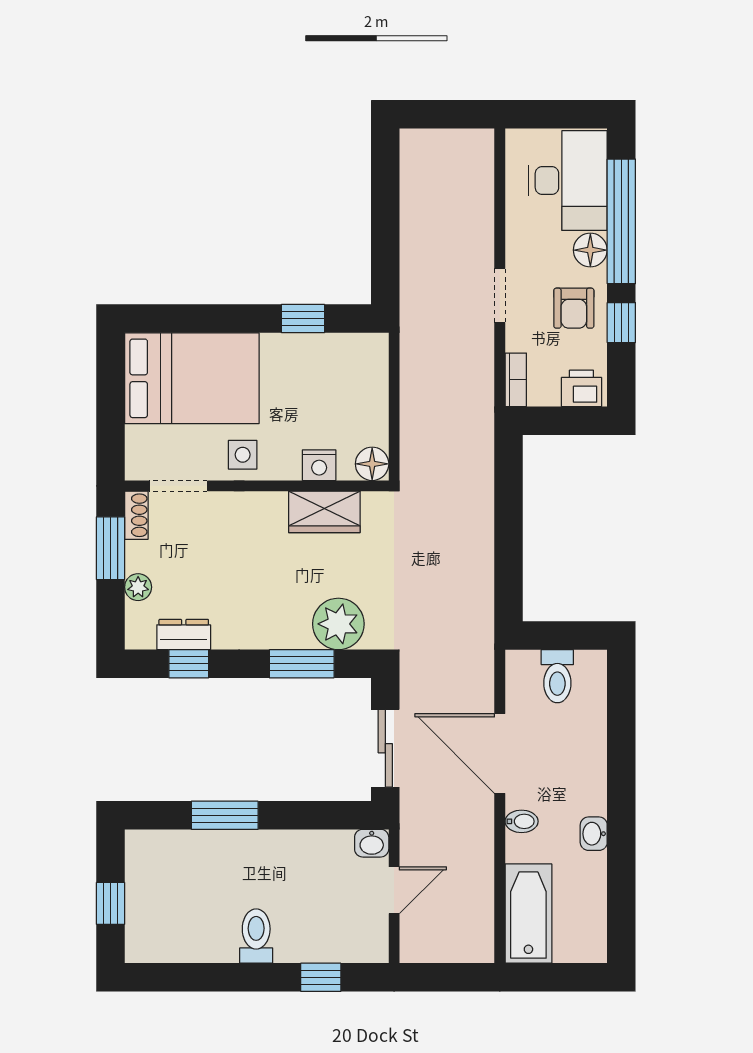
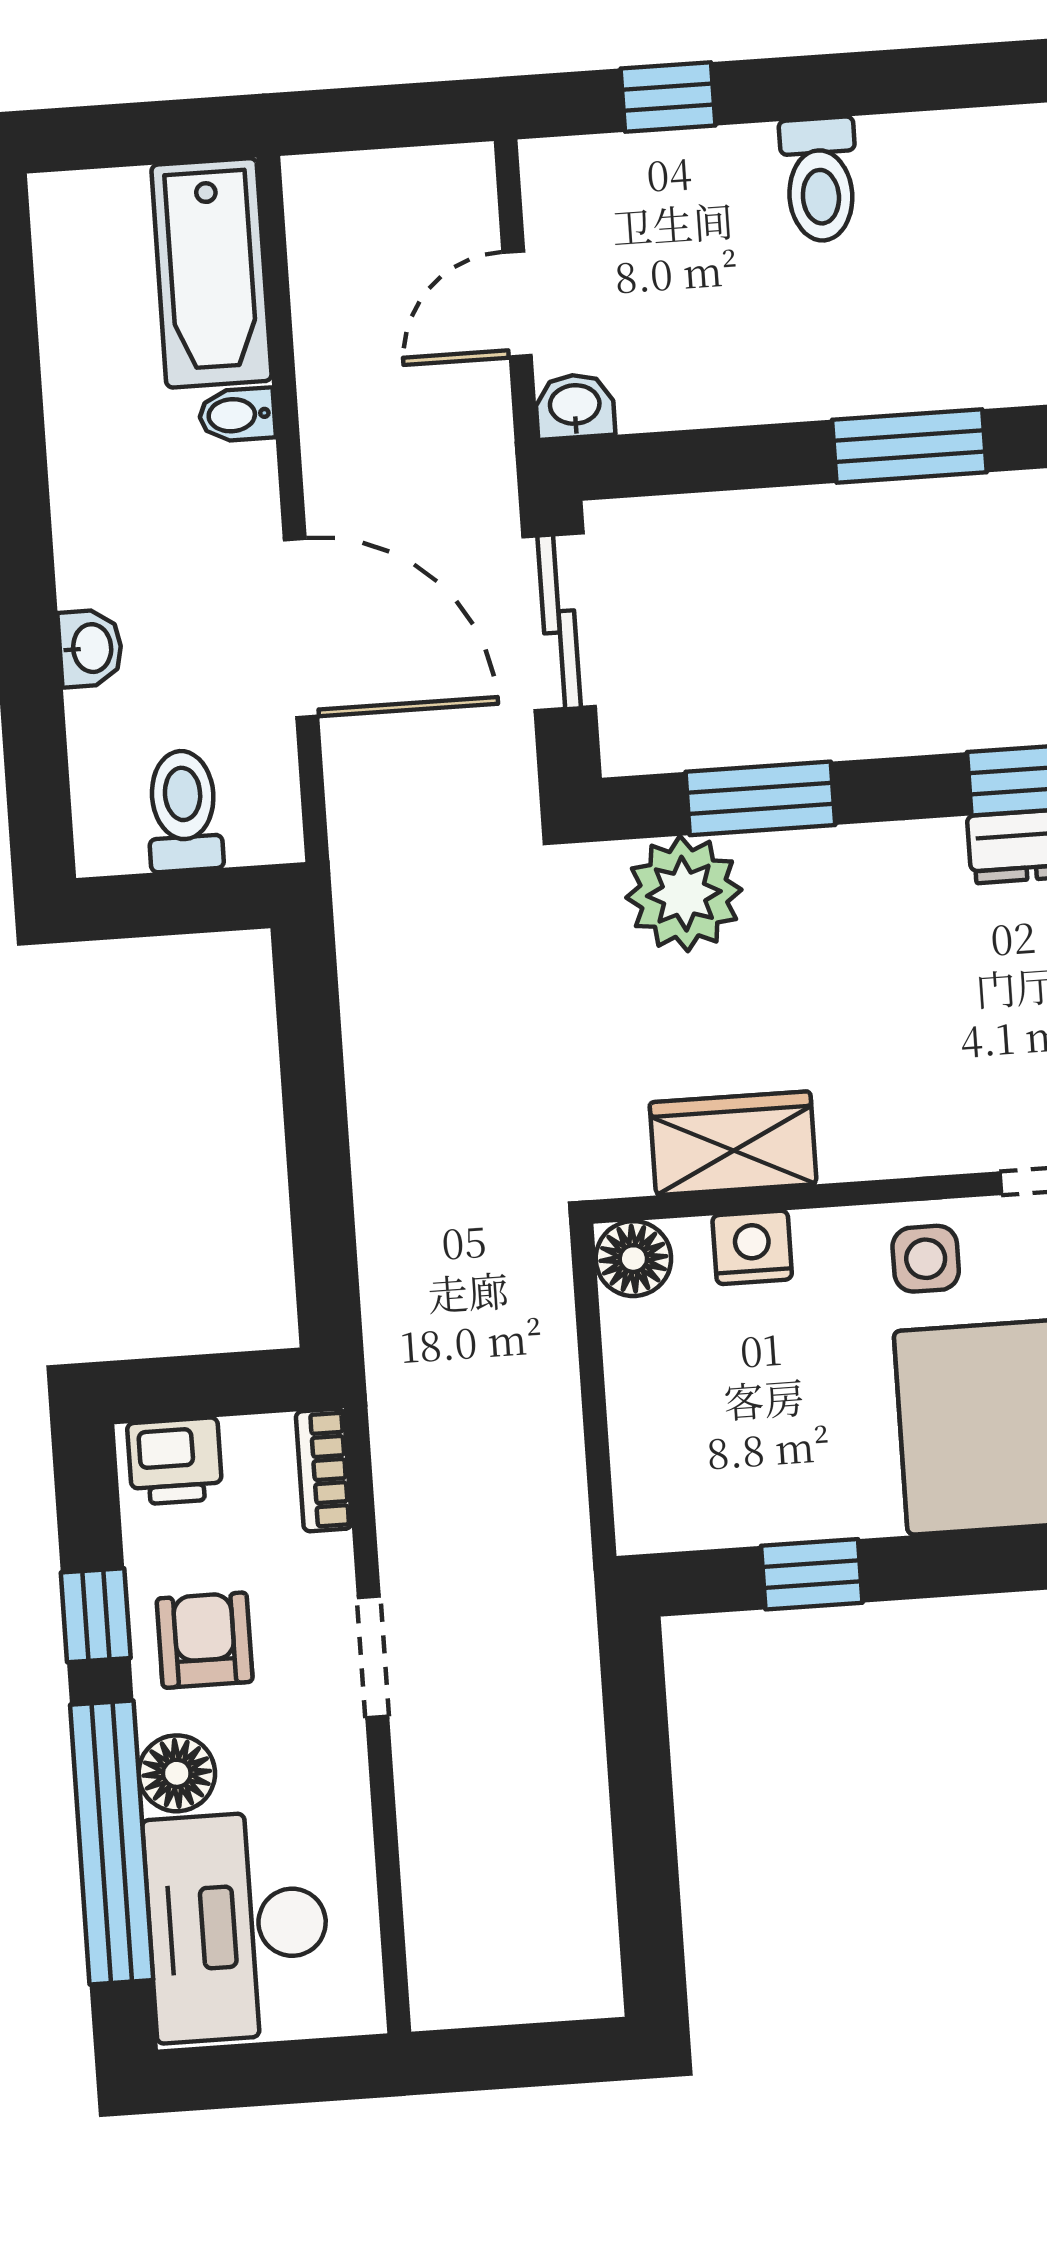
bidet: (522, 821) -> (237, 415), moved
washbasin: (594, 834) -> (90, 648), moved

